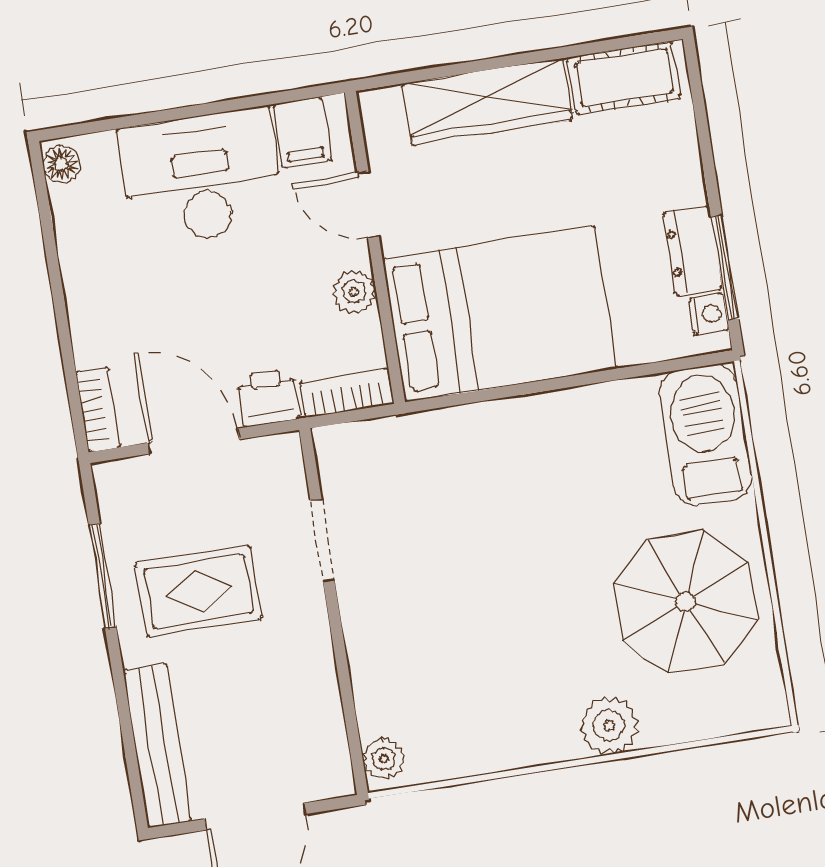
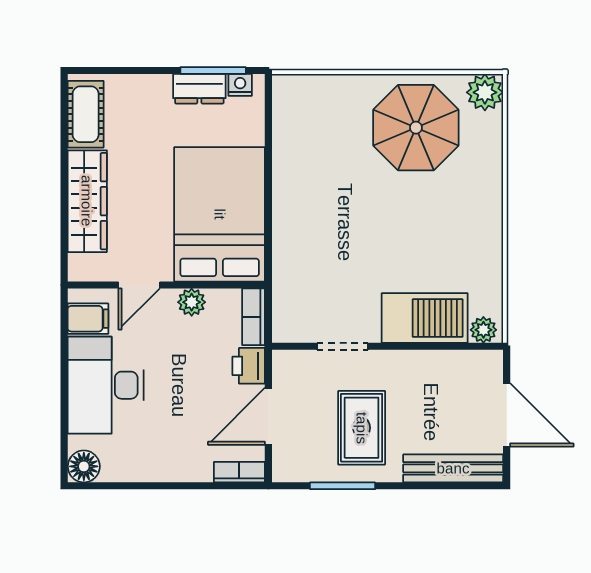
floor lamp: (61, 164) -> (84, 466), width x1.37, depth x1.37
barbecue: (706, 435) -> (425, 318), moved, turned 180
plant: (609, 725) -> (485, 92), moved

